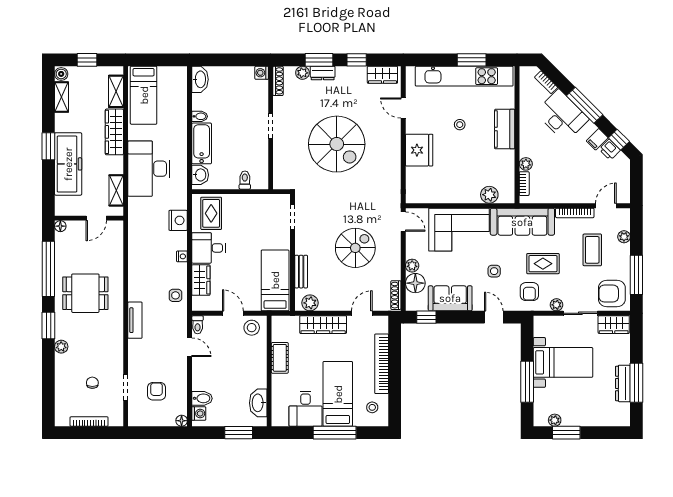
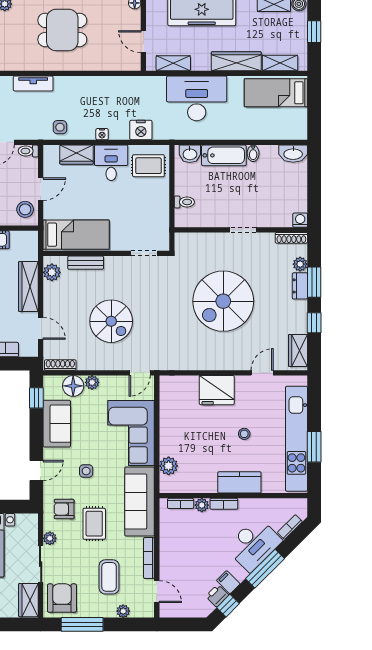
bookcase: (525, 143) -> (224, 504), added
coffee table: (592, 250) -> (109, 577), turned 90
dining table: (85, 293) -> (62, 30), turned 90

